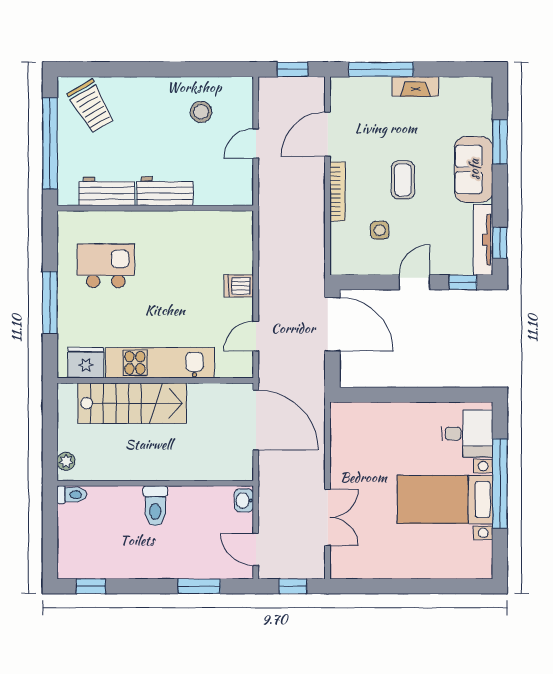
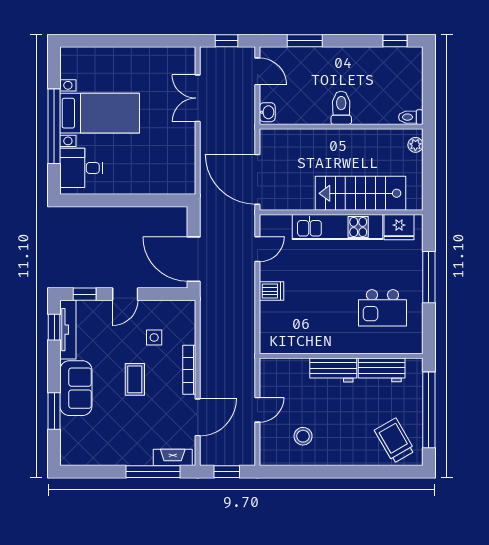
fireplace: (415, 86) -> (173, 457), moved

